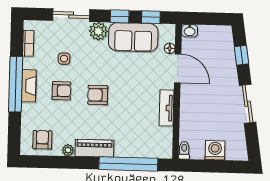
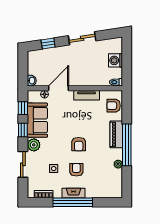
armchair: (42, 140) -> (114, 106), moved
piano: (94, 148) -> (116, 134), moved
window: (128, 164) -> (127, 145), moved

